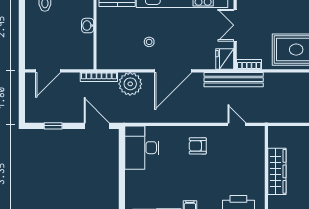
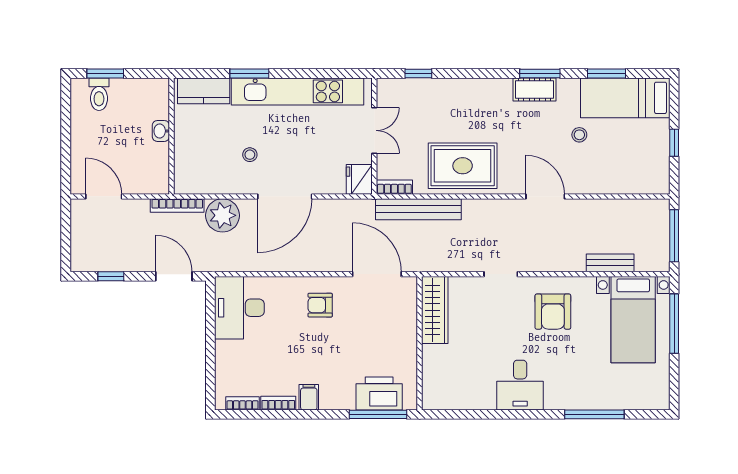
double door: (235, 25) -> (374, 130), swing flipped
door: (48, 71) -> (104, 196), swing flipped
bench: (234, 80) -> (418, 209), moved
door: (237, 124) -> (377, 274), width x1.87
wardrobe: (277, 171) -> (435, 310), moved

